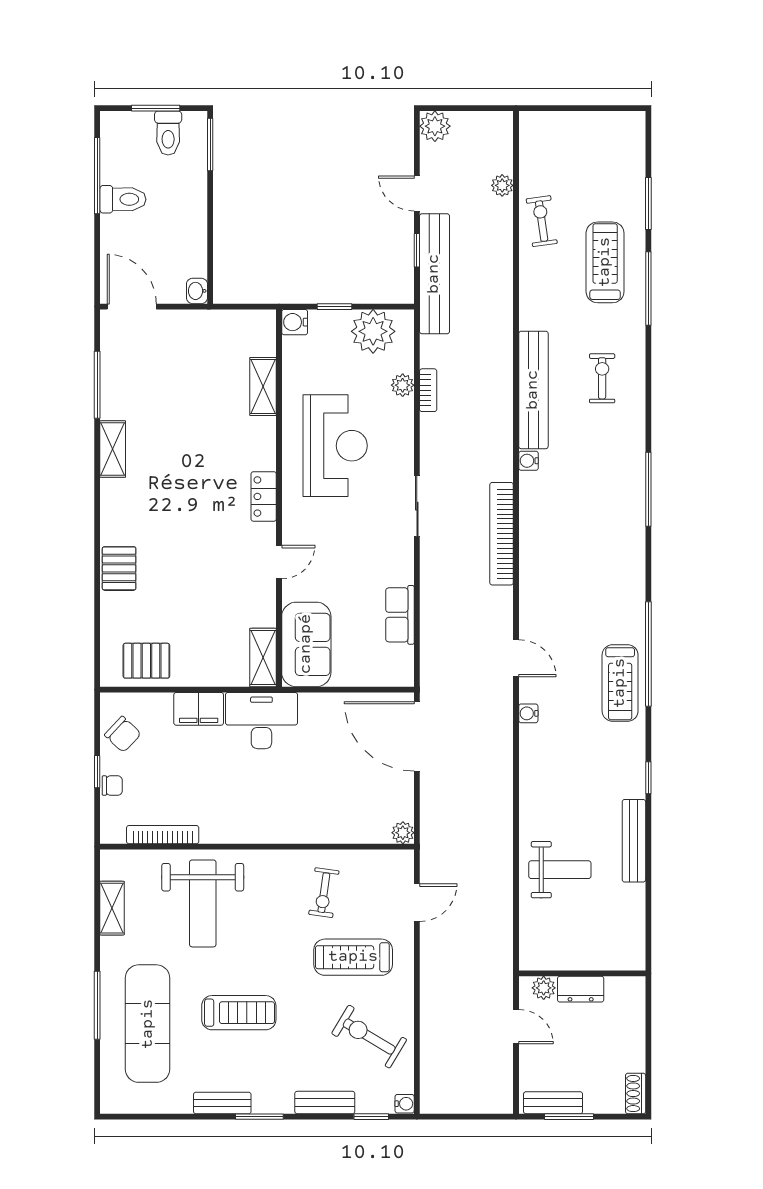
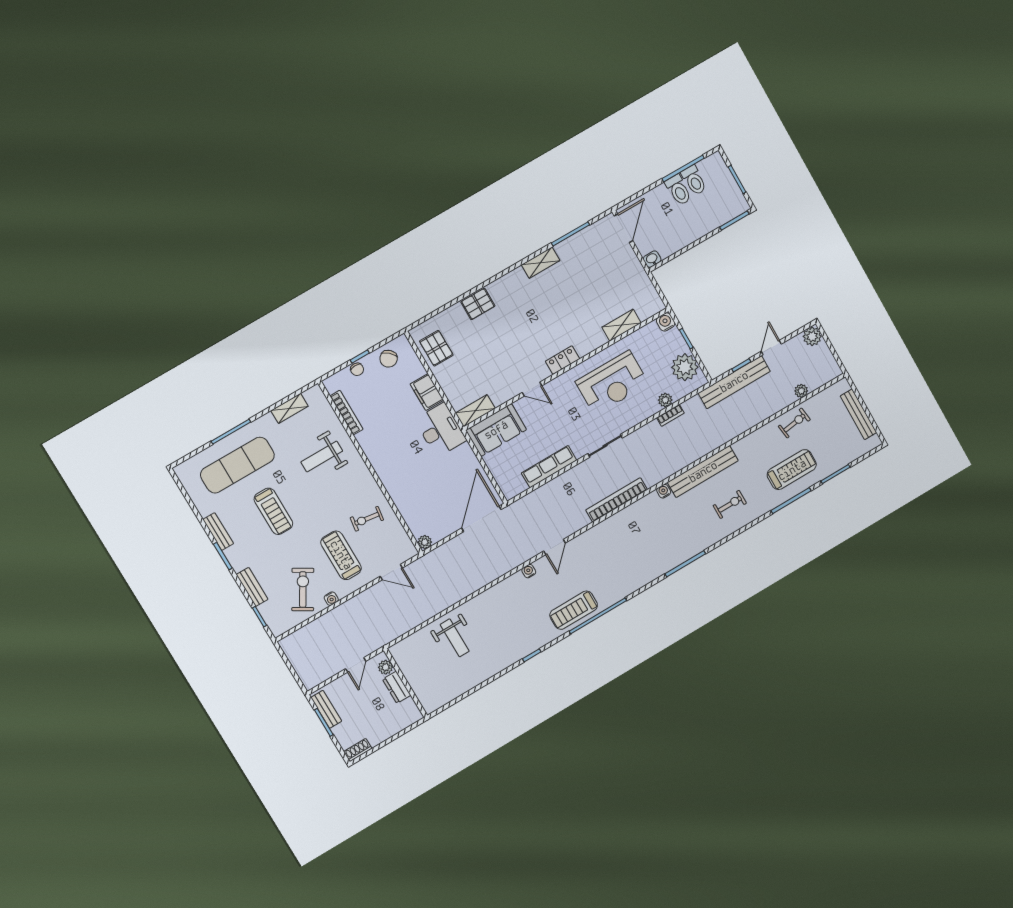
toilet: (168, 133) -> (694, 180), moved, turned -90
row of seats: (400, 615) -> (549, 467), width x1.48
bench: (634, 841) -> (858, 414), moved, turned 90
weight bench: (203, 903) -> (322, 457), width x0.73, depth x0.75
water cooler: (405, 1104) -> (331, 599), moved

